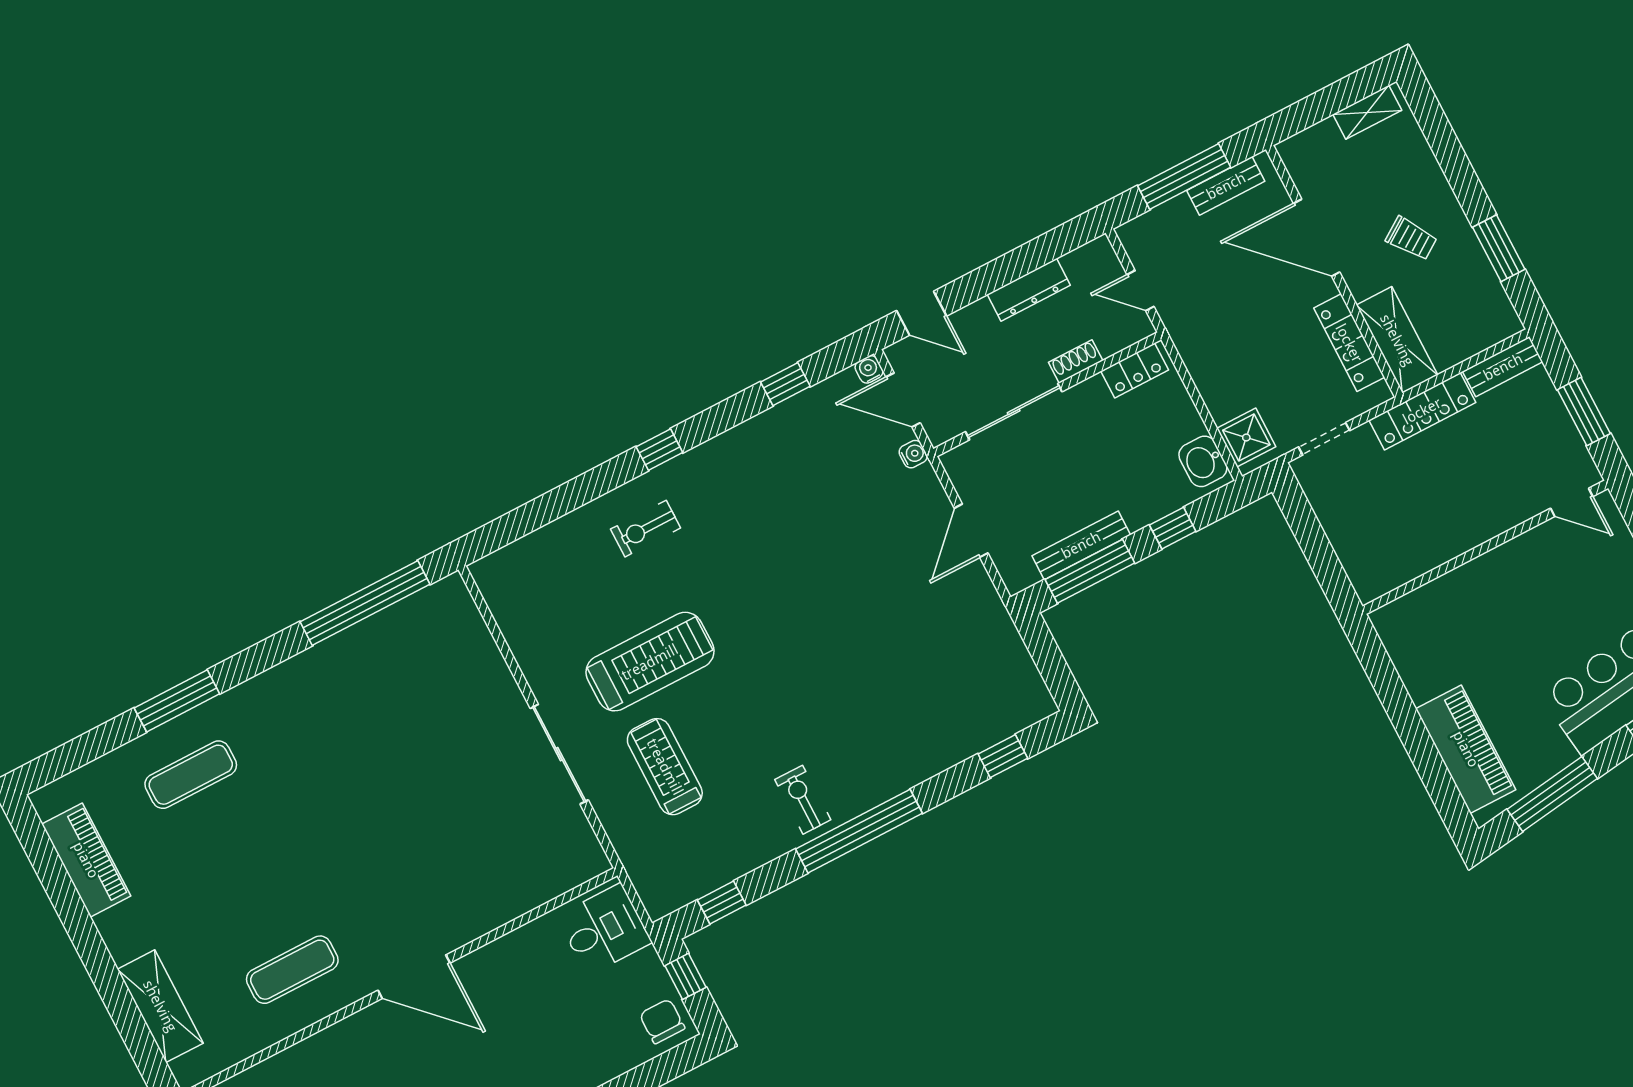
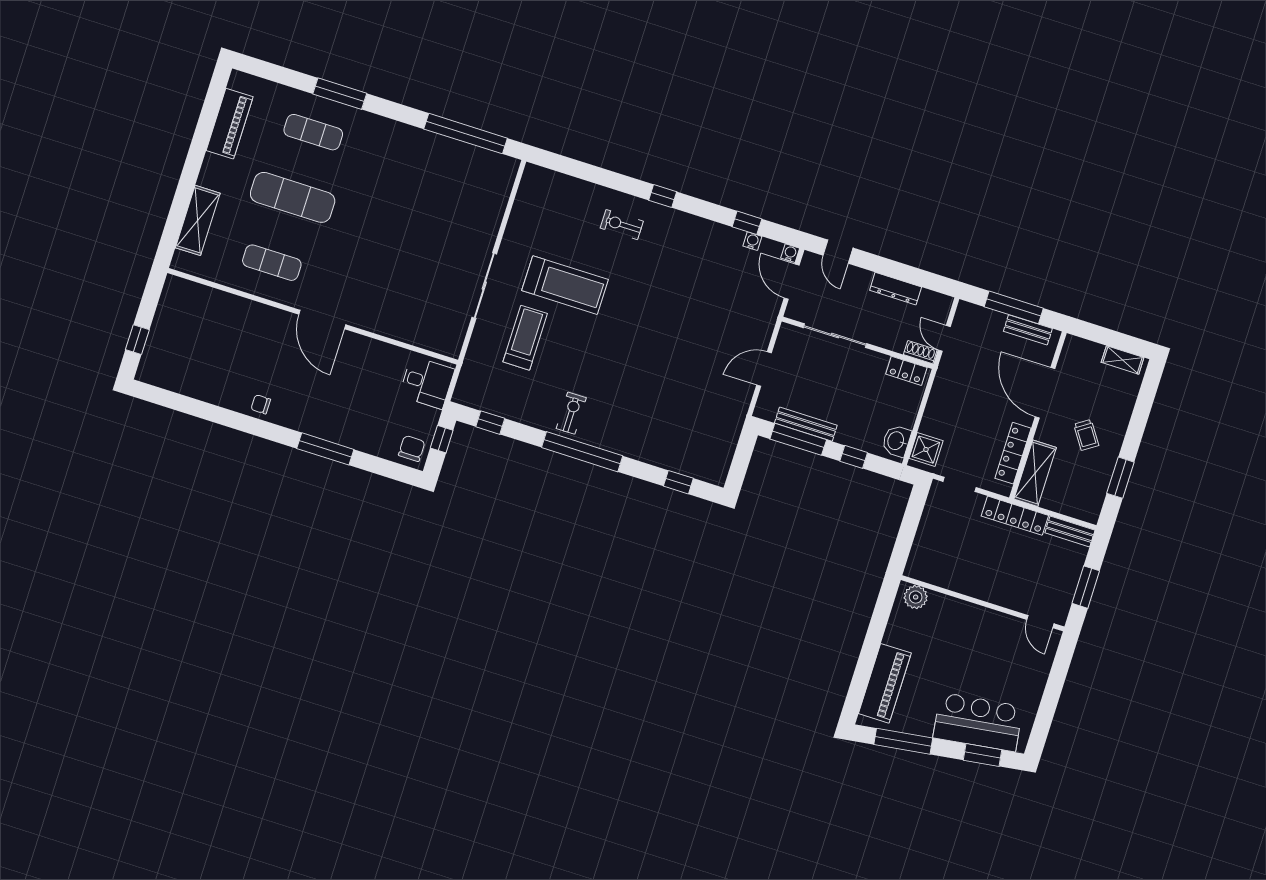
shoe rack: (1076, 361) -> (920, 352), moved
water cooler: (913, 454) -> (752, 241), moved, turned -90
plant: (1402, 616) -> (916, 597), added
exercise mat: (242, 872) -> (293, 197), added

